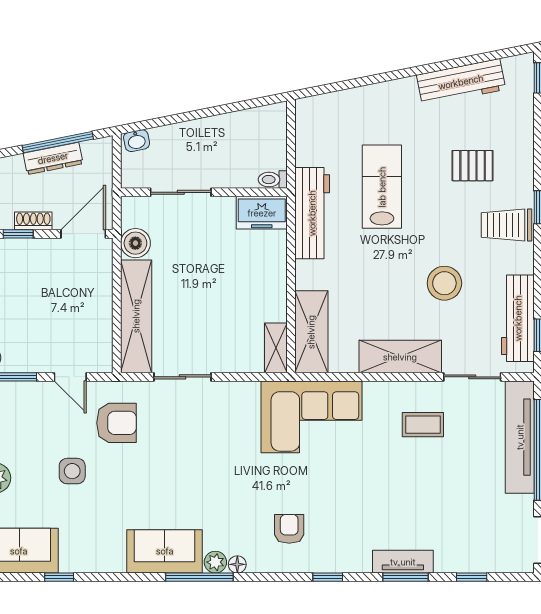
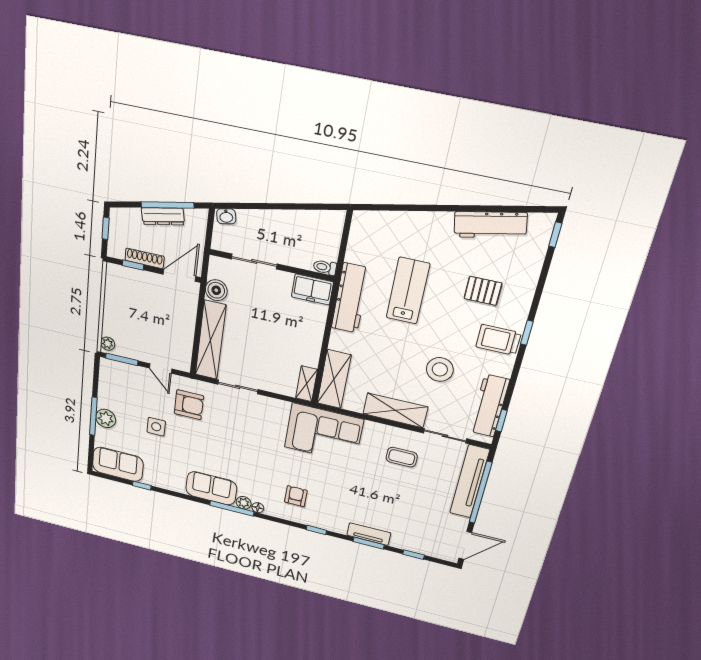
shoe rack: (33, 221) -> (145, 258), width x1.43

